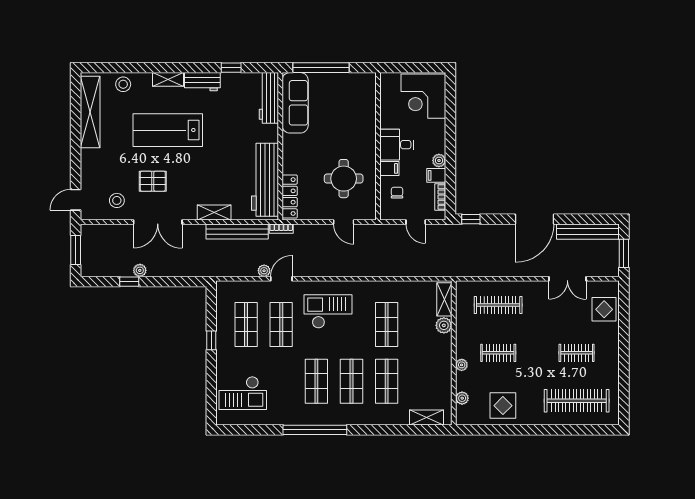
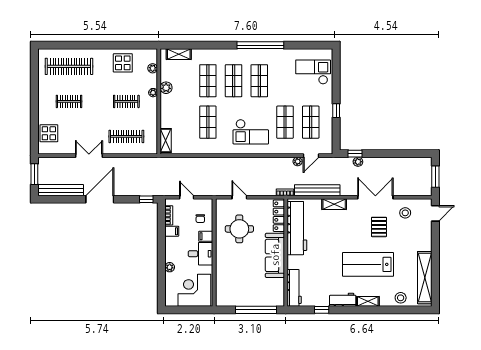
corner desk: (423, 96) -> (194, 290), moved, turned -90
sofa: (295, 103) -> (275, 255), moved
lab bench: (168, 130) -> (368, 264), turned 180
plant: (439, 160) -> (170, 267), moved
pallet: (153, 181) -> (379, 227), turned 90
plant: (140, 270) -> (358, 162), moved
door: (281, 279) -> (311, 156), moved
double door: (567, 279) -> (89, 156), moved
window: (129, 282) -> (355, 154), moved
plant: (444, 325) -> (166, 88), moved

